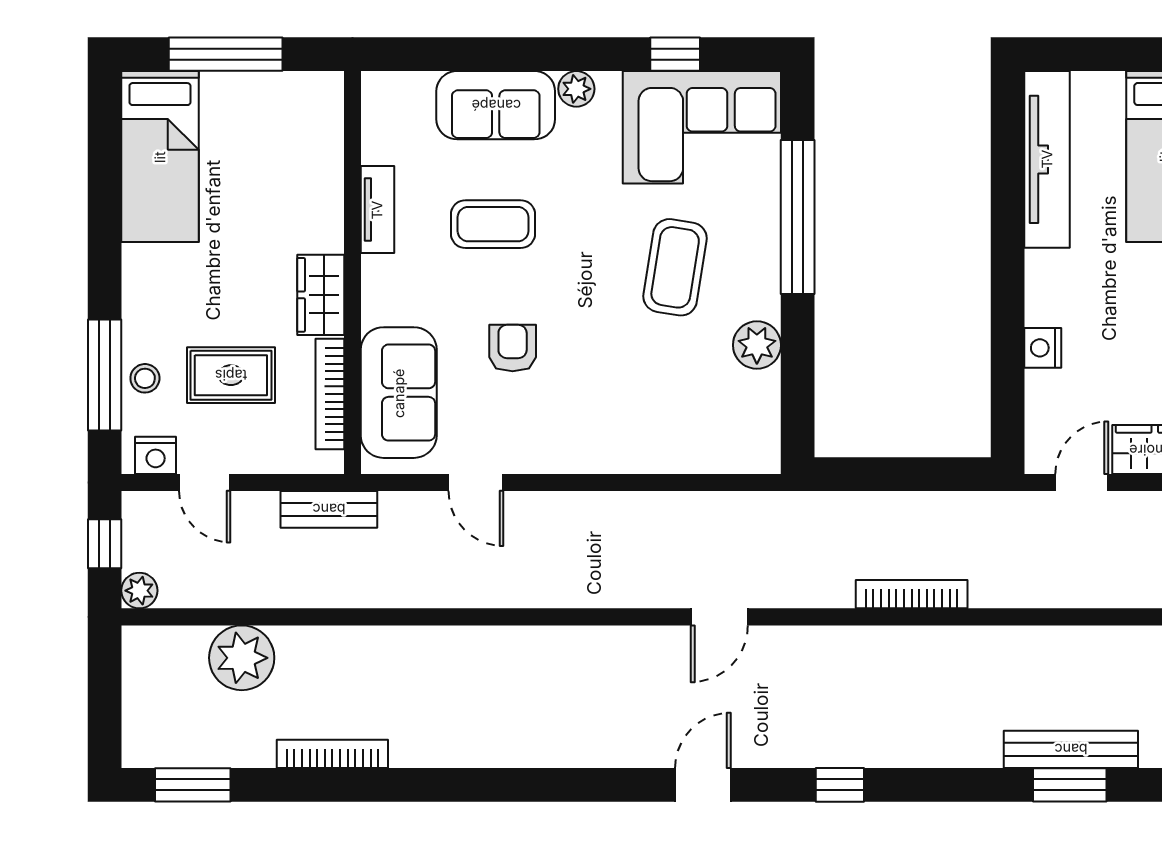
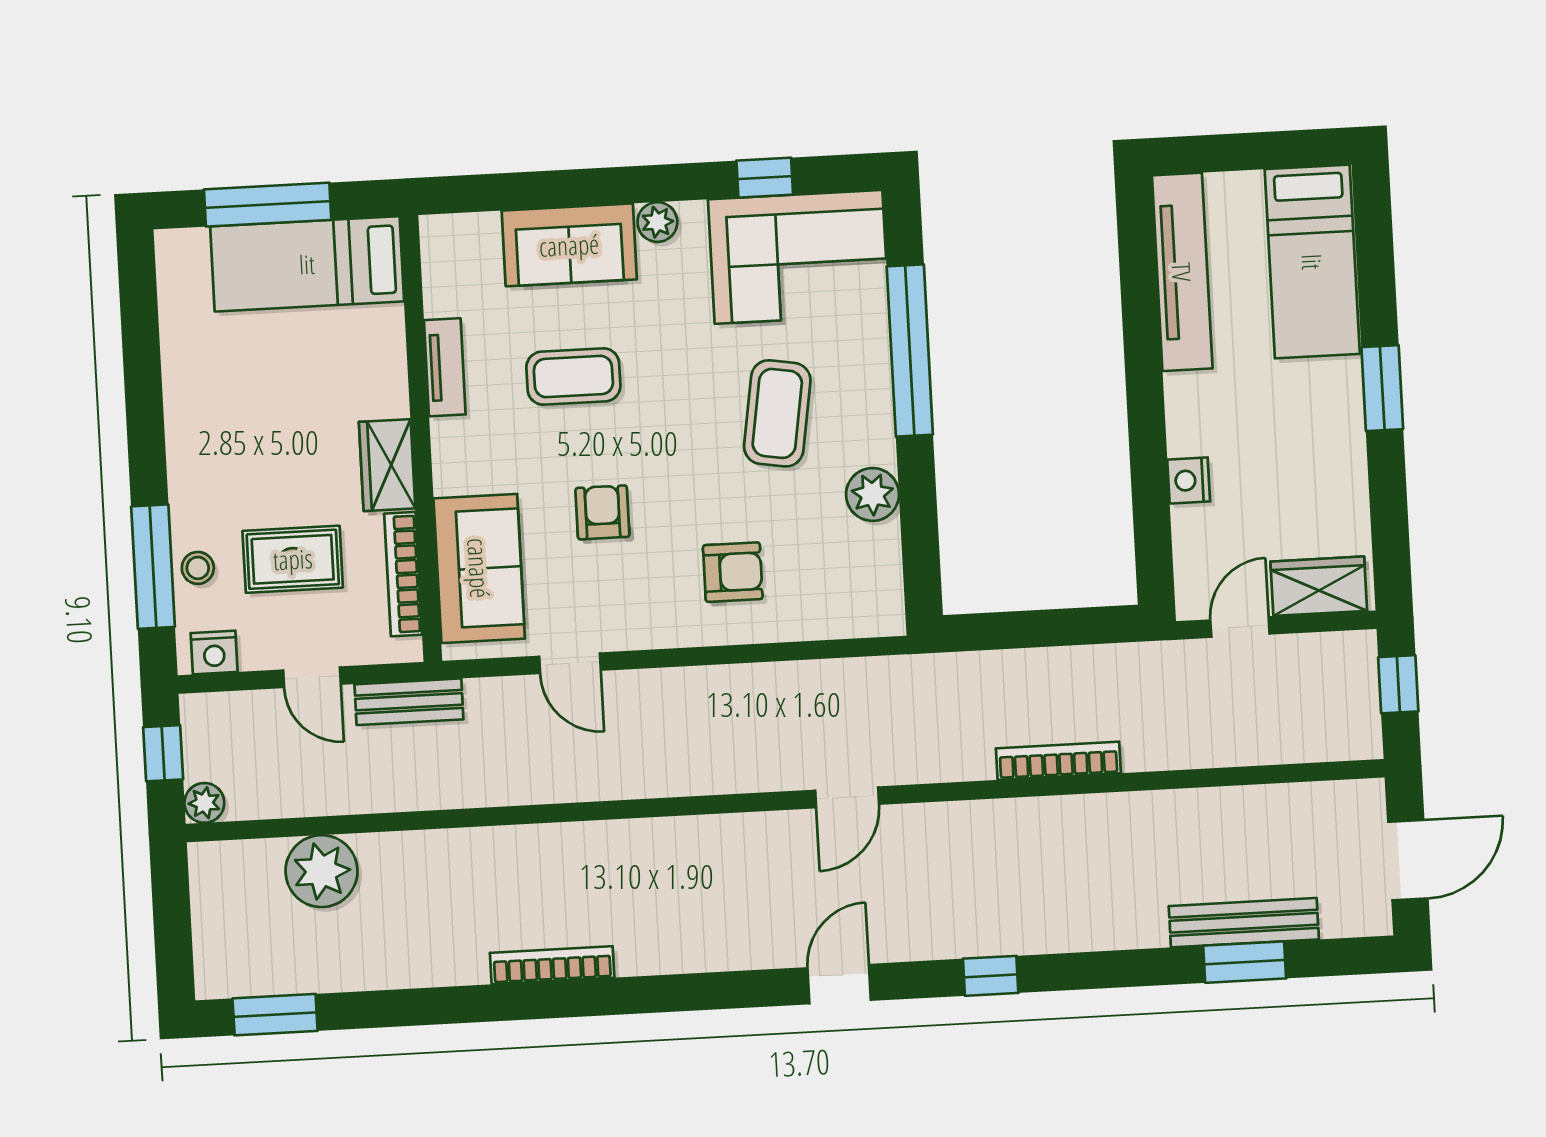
bed: (160, 157) -> (307, 264), moved, turned 90
armchair: (627, 408) -> (733, 572), added
door: (205, 482) -> (312, 677), moved
bookcase: (332, 754) -> (552, 965), moved

